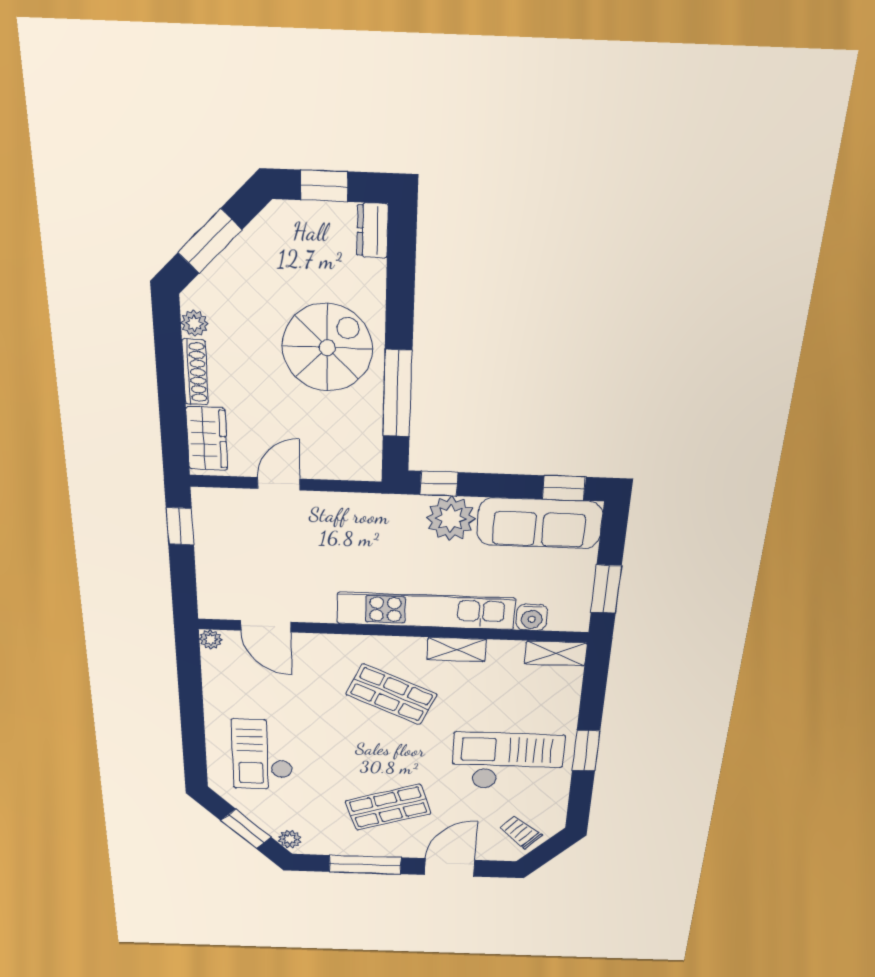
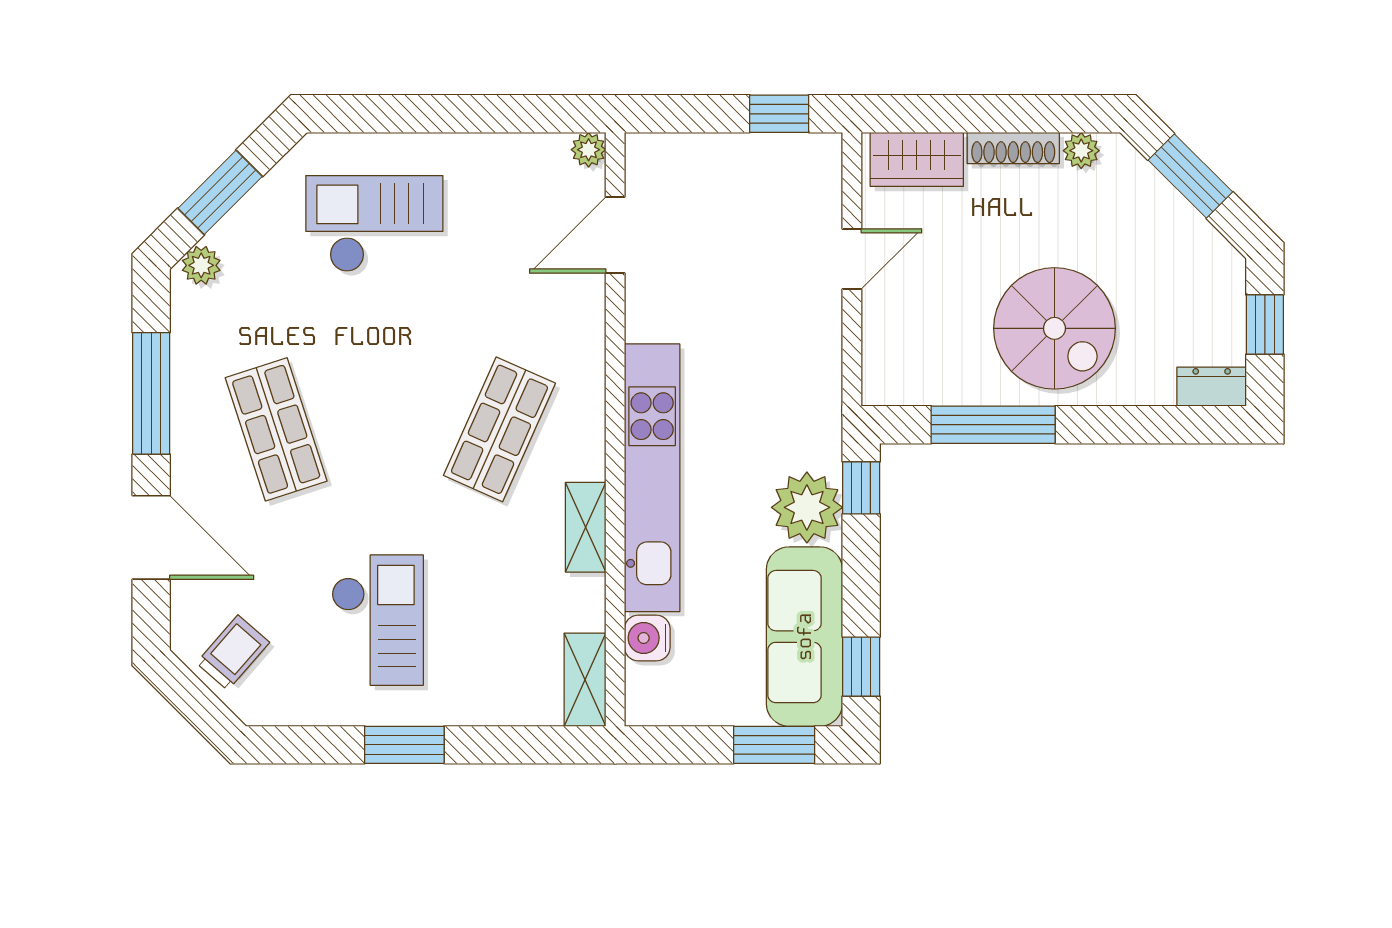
door: (279, 484) -> (852, 259), hinge flipped
window: (606, 589) -> (774, 745), moved
checkout: (507, 761) -> (378, 620), width x0.73, depth x0.83

